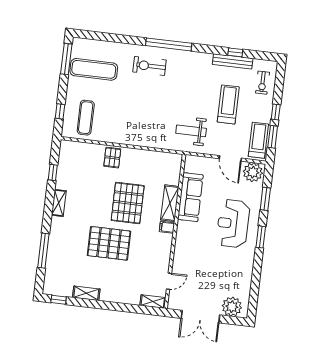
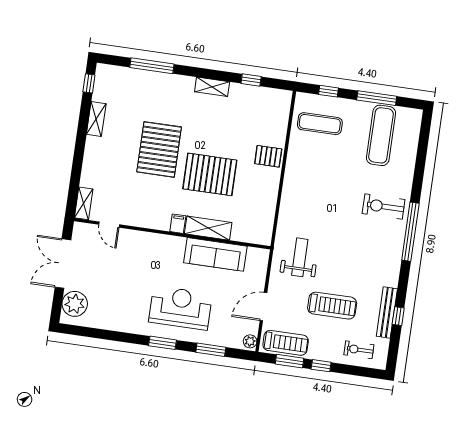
window: (66, 59) -> (377, 98), moved
exercise bike: (149, 66) -> (384, 206), turned -90
plant: (253, 172) -> (250, 341), width x0.53, depth x0.53

